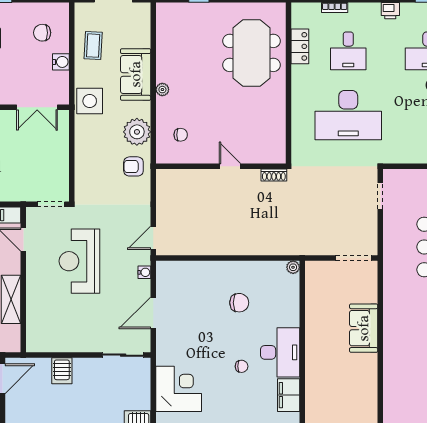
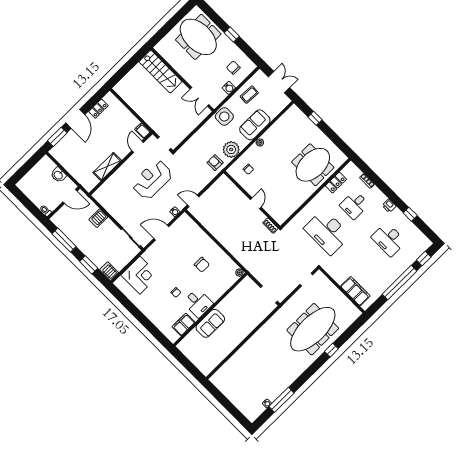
sofa: (364, 328) -> (210, 323), moved, turned 180
desk: (280, 352) -> (198, 303), width x0.73

